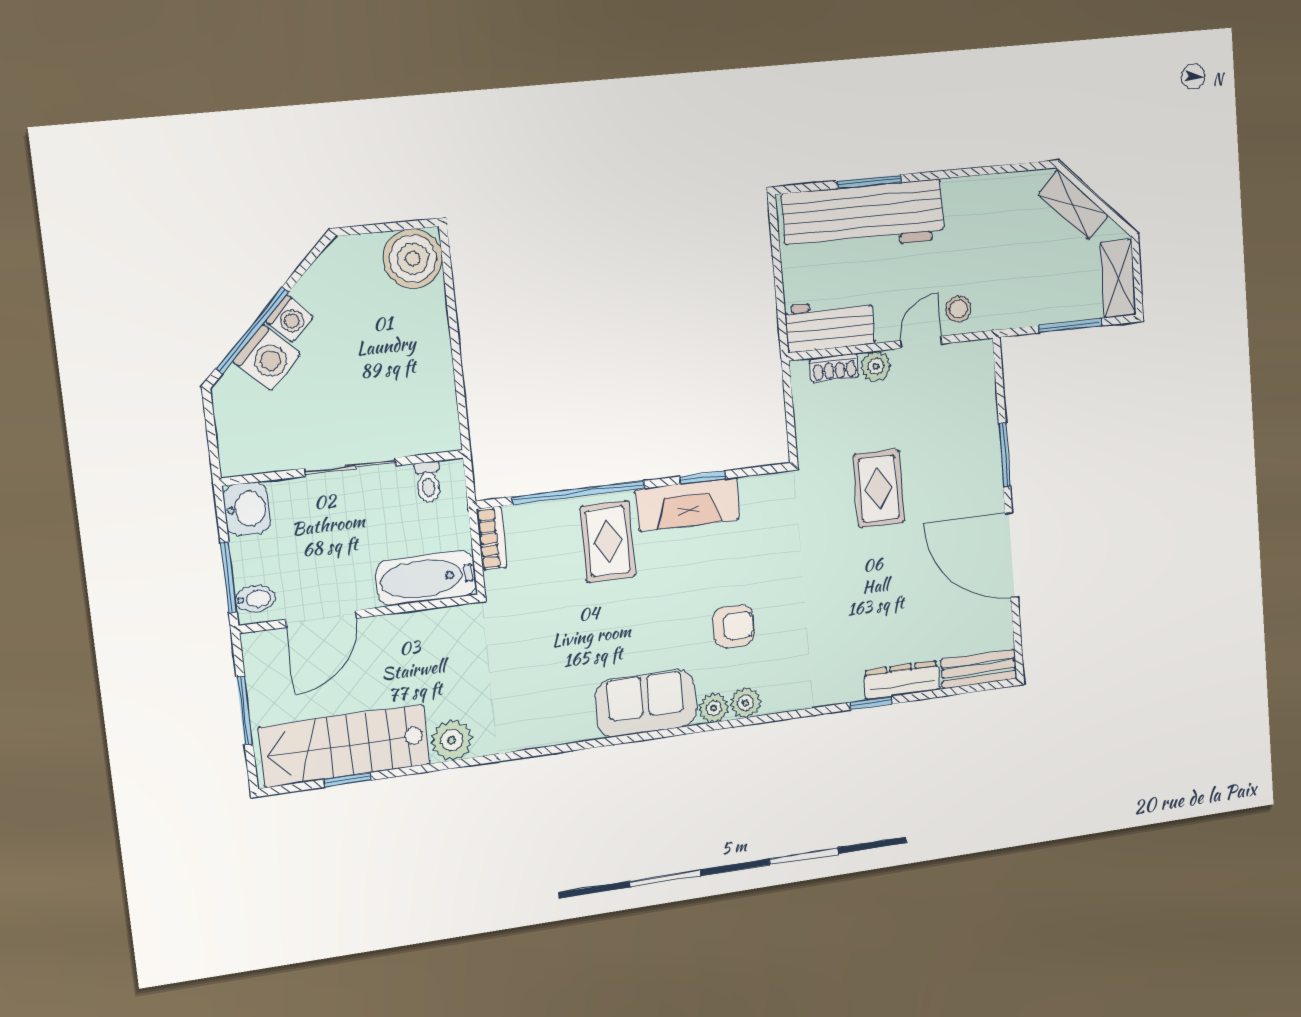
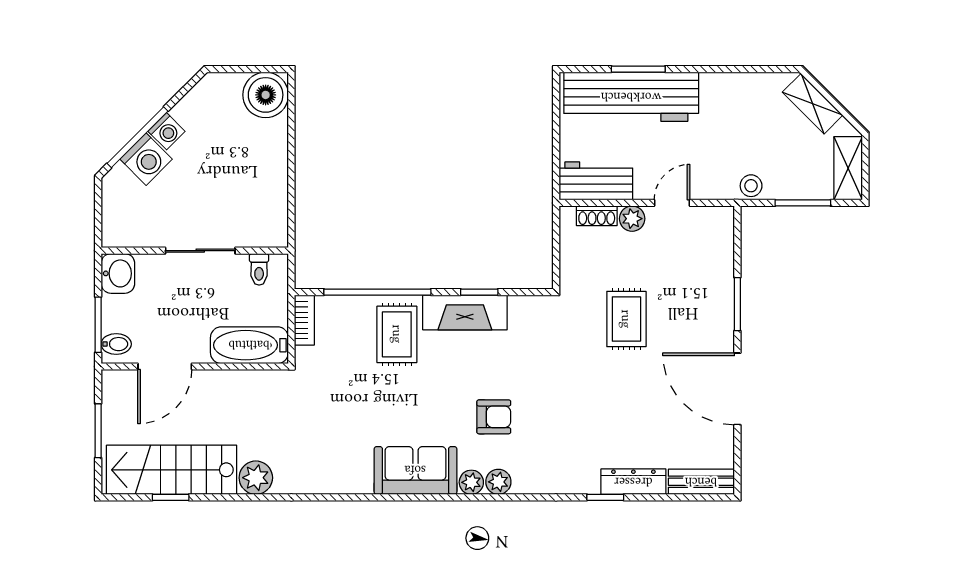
stool: (958, 309) -> (751, 186), moved

